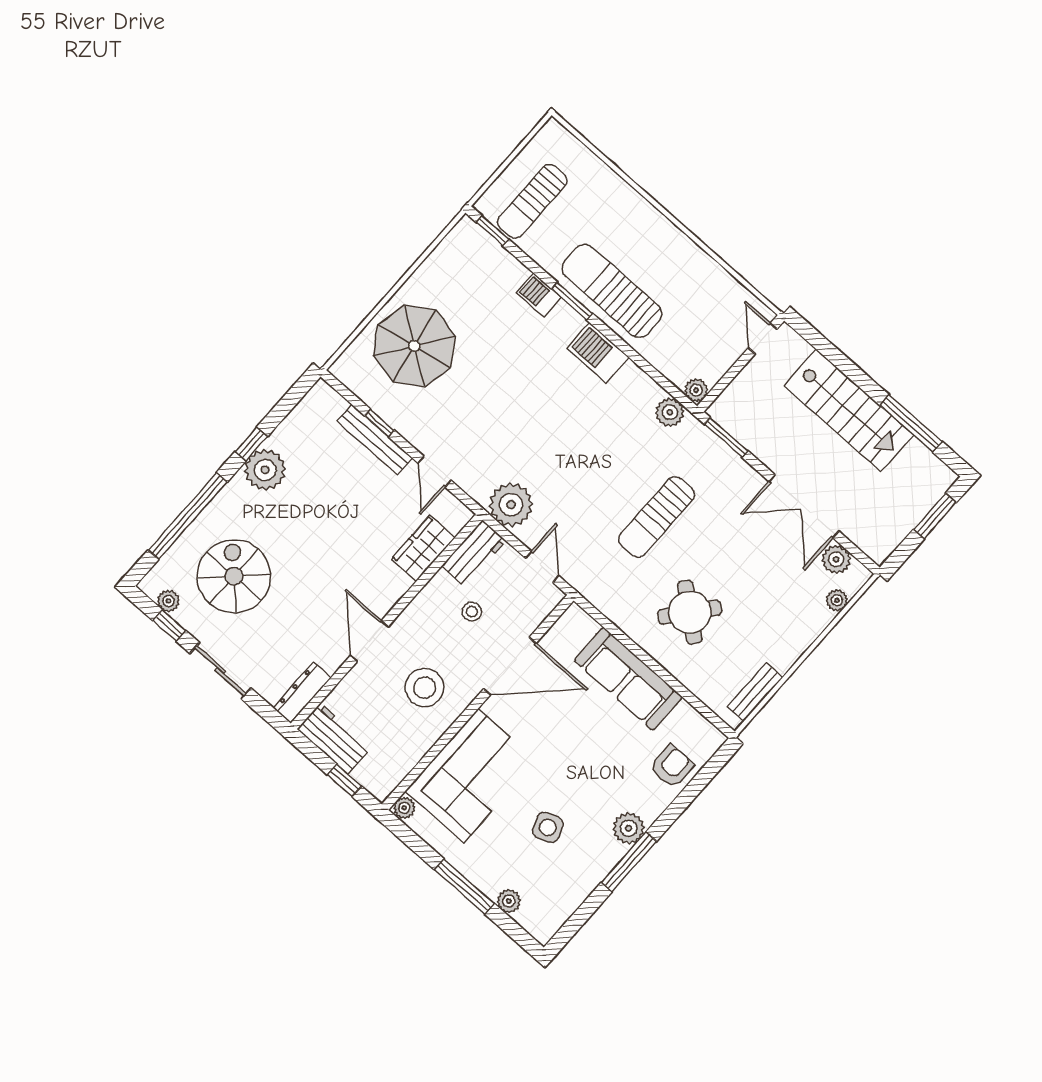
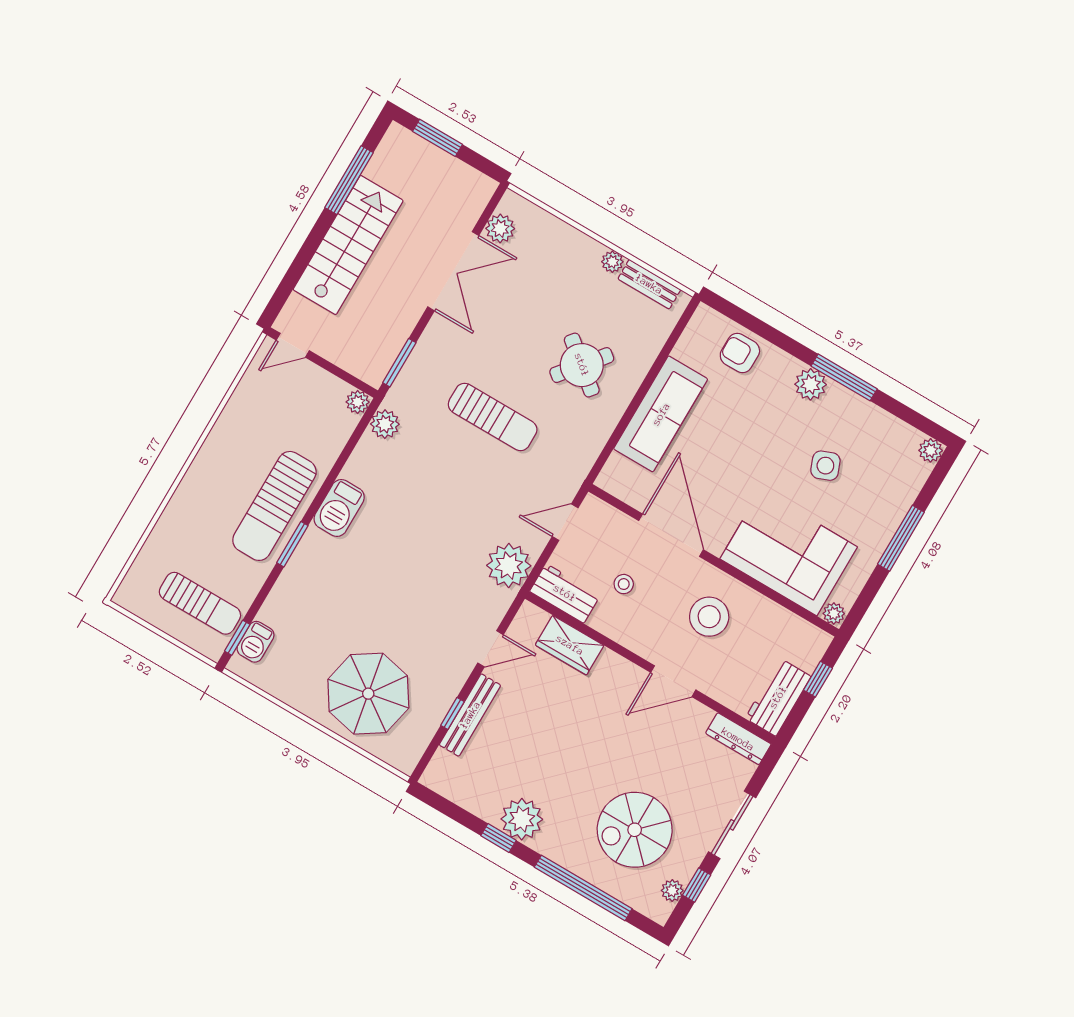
barbecue: (539, 295) -> (256, 642), moved
plant: (837, 600) -> (612, 262), moved
plant: (509, 901) -> (931, 450), moved

